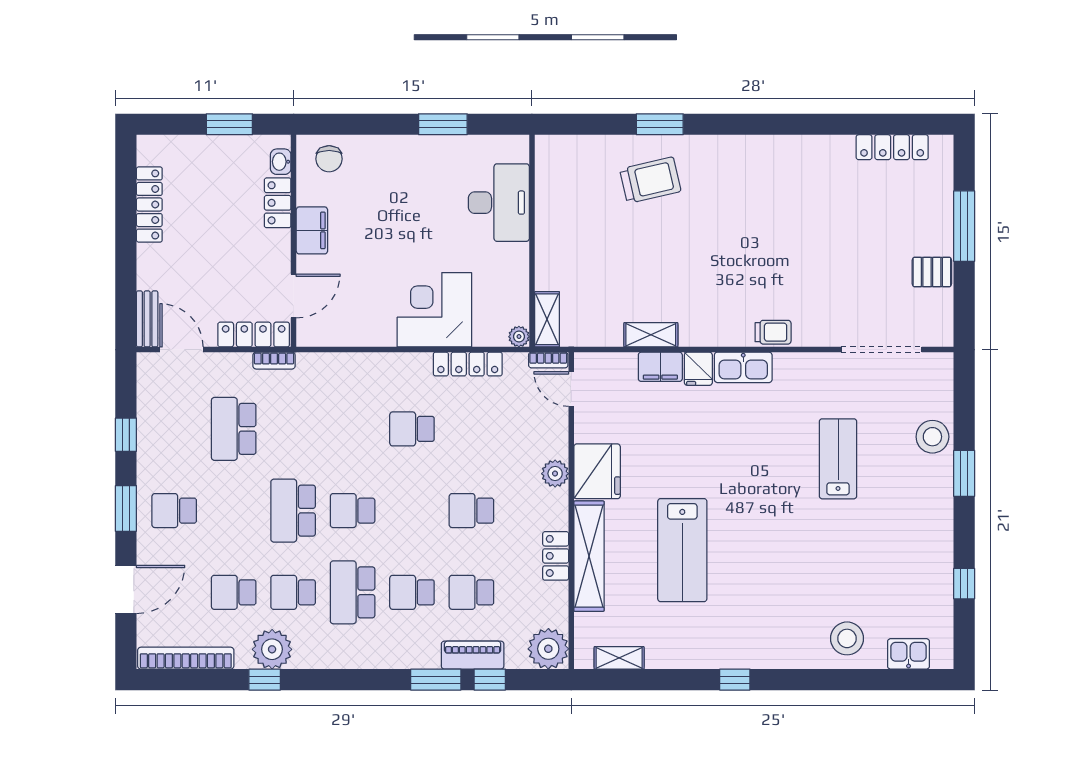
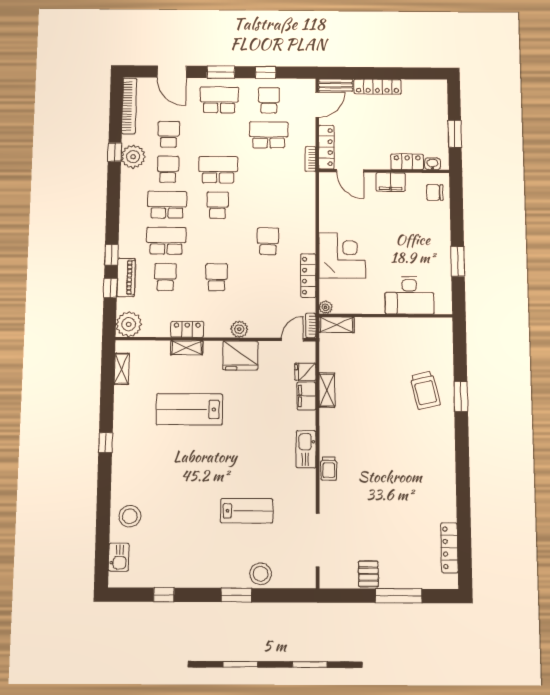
locker: (149, 204) -> (377, 87), moved
fridge: (698, 369) -> (305, 372), moved
school desk: (174, 429) -> (269, 100), added
school desk: (174, 511) -> (219, 100), width x1.85
shelving: (589, 556) -> (187, 348), width x0.45, depth x0.75
school desk: (412, 592) -> (166, 241), width x1.85
window: (436, 680) -> (111, 255), width x0.67

